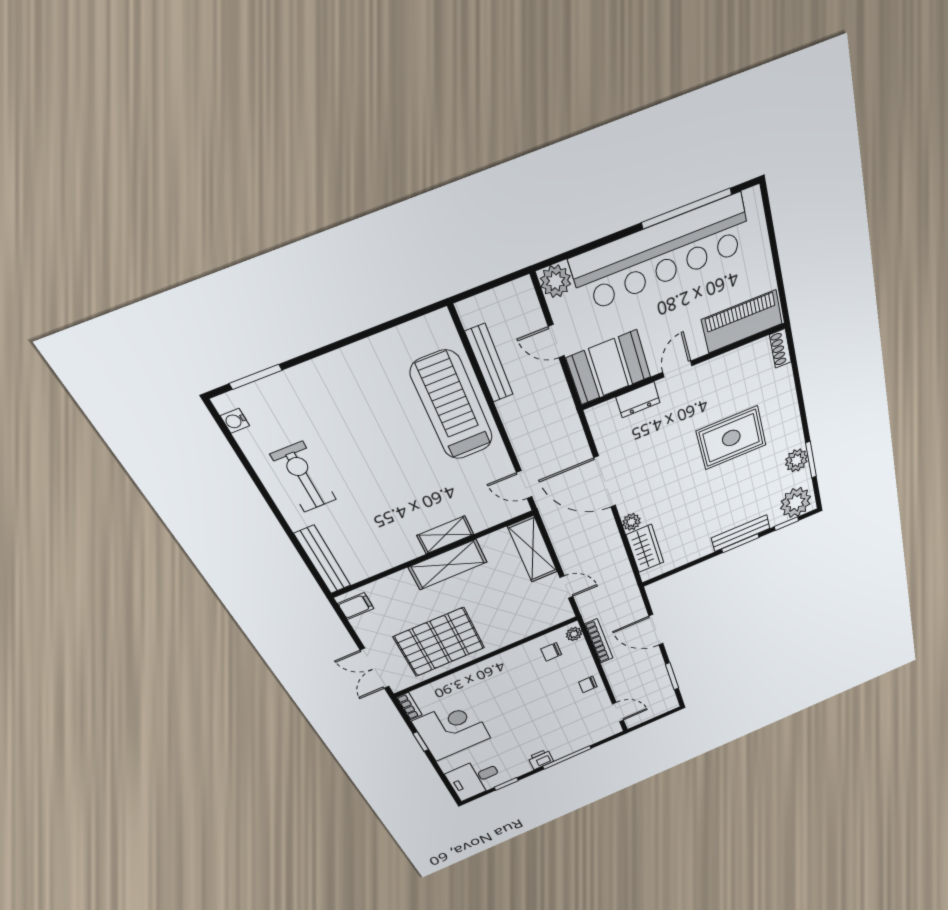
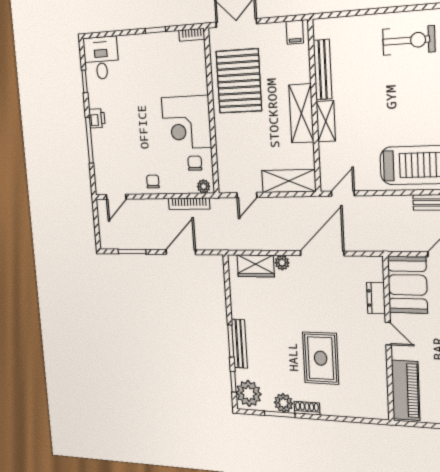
shoe rack: (780, 348) -> (307, 408), moved
bench: (323, 560) -> (323, 70), moved, turned 90
corner desk: (452, 730) -> (186, 122), moved, turned 90

